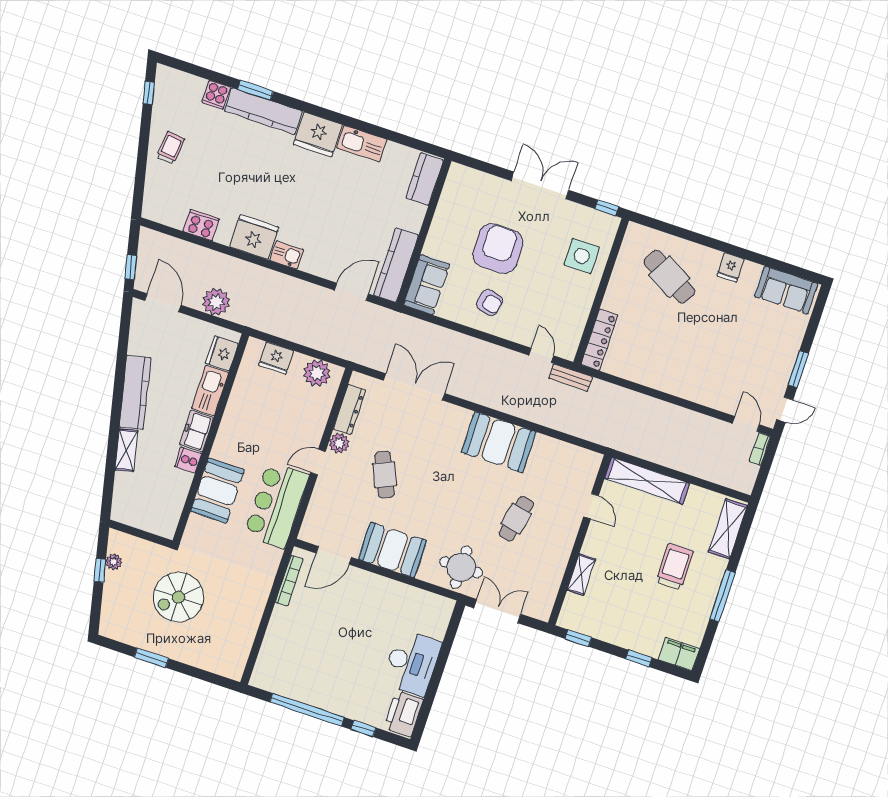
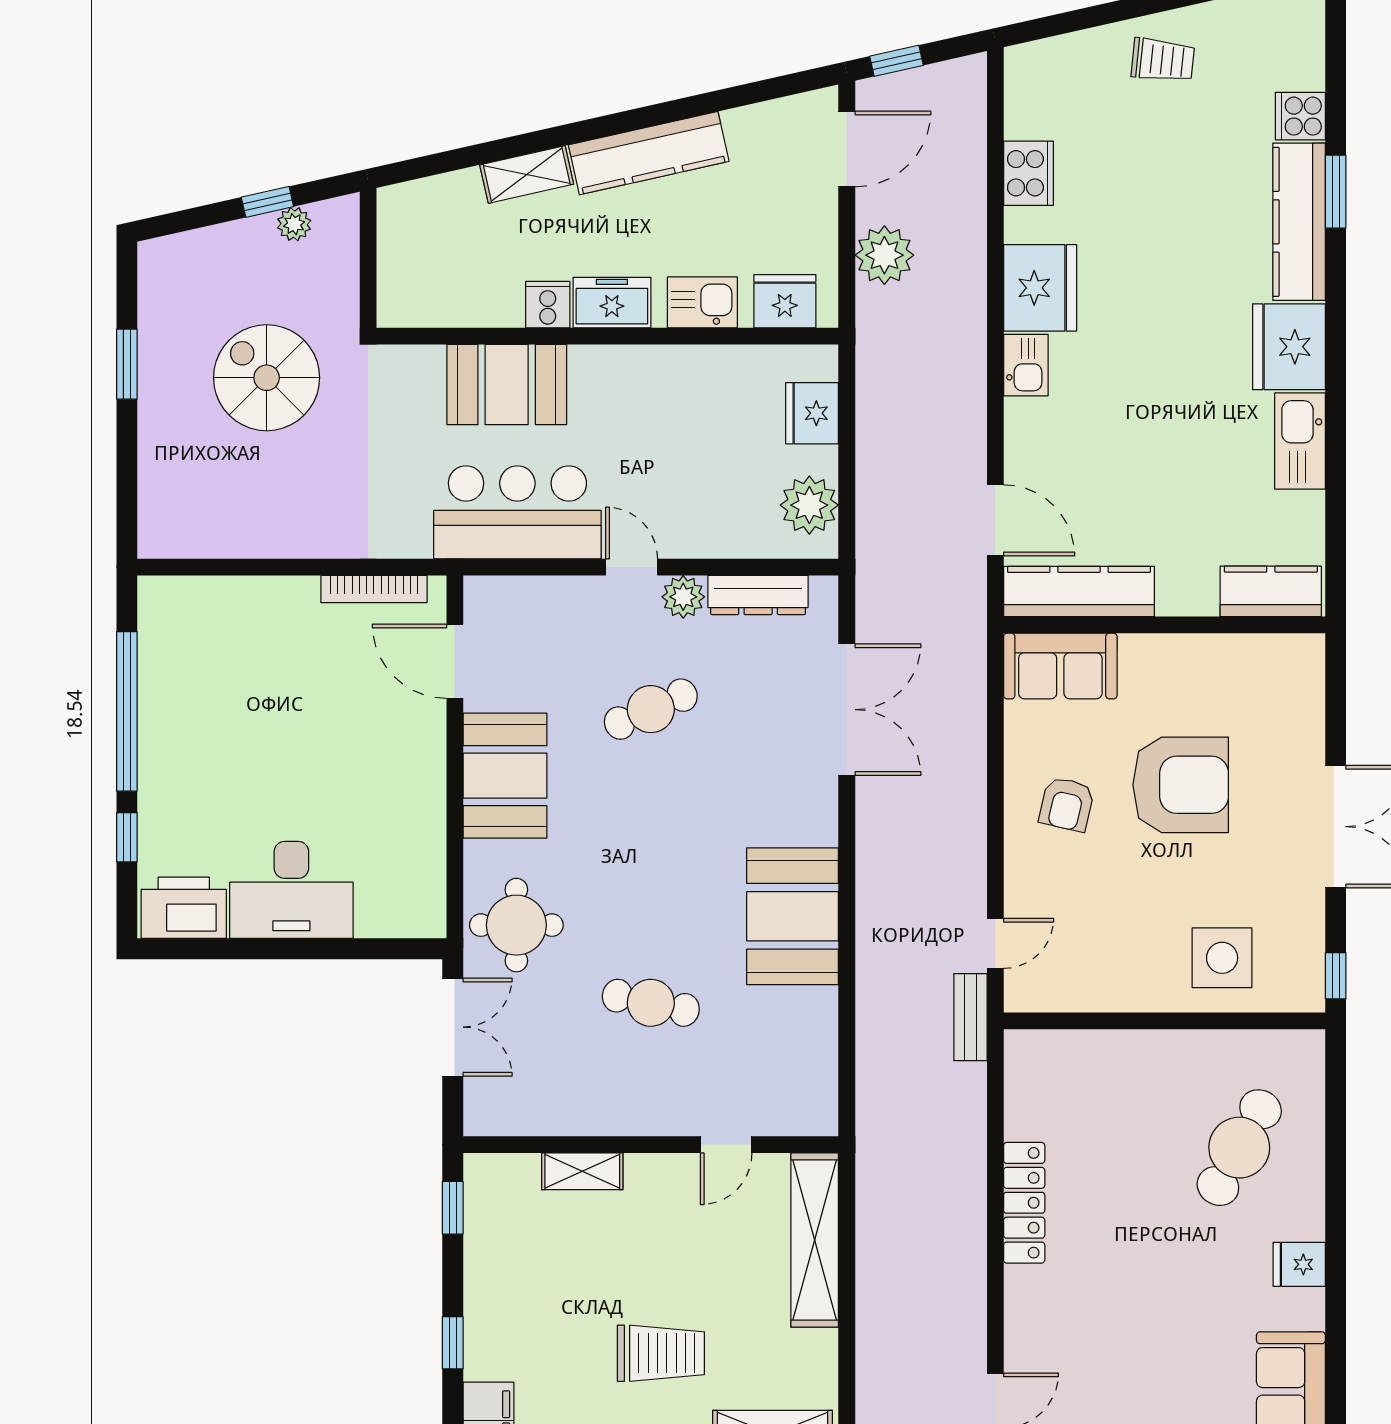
locker: (599, 340) -> (1024, 1203), moved, turned -90
kitchen sink: (210, 391) -> (702, 302), width x0.73

